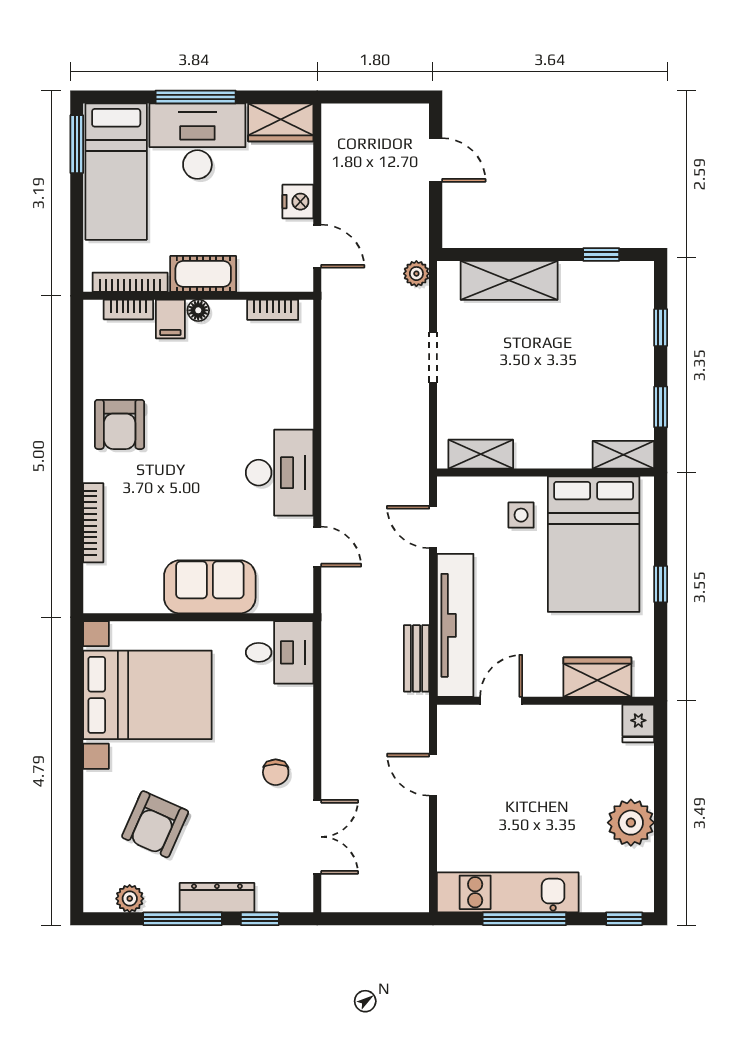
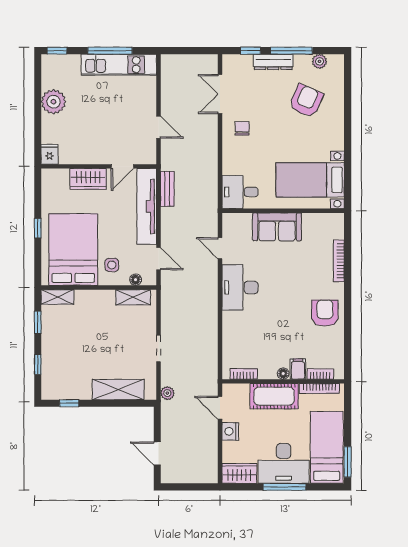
cot: (203, 274) -> (274, 396), width x1.37, depth x1.34
floor lamp: (476, 487) -> (136, 280), added
wardrobe: (597, 677) -> (88, 179), moved
bed with nightstands: (147, 695) -> (310, 180), width x0.73

